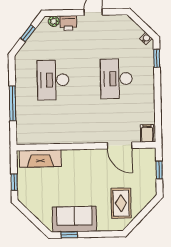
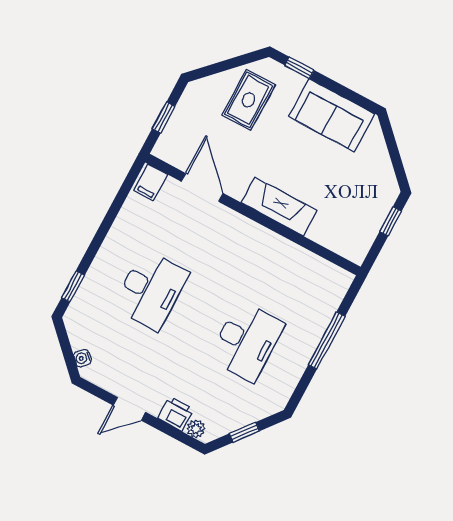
water cooler: (146, 38) -> (82, 358), moved
fireplace: (40, 159) -> (279, 207), moved
window: (69, 235) -> (299, 68), moved

